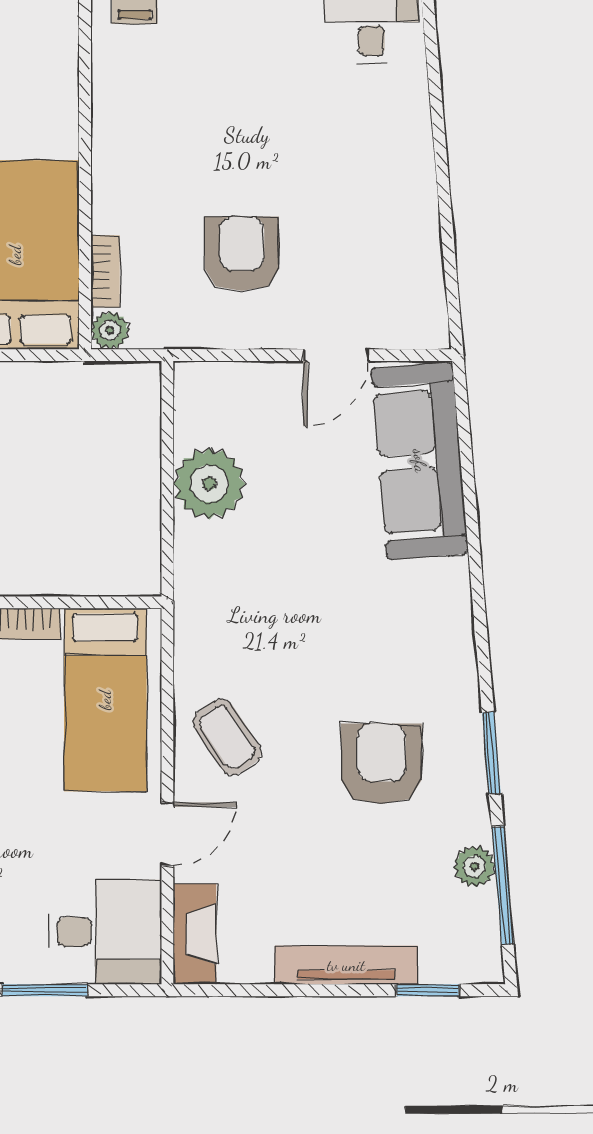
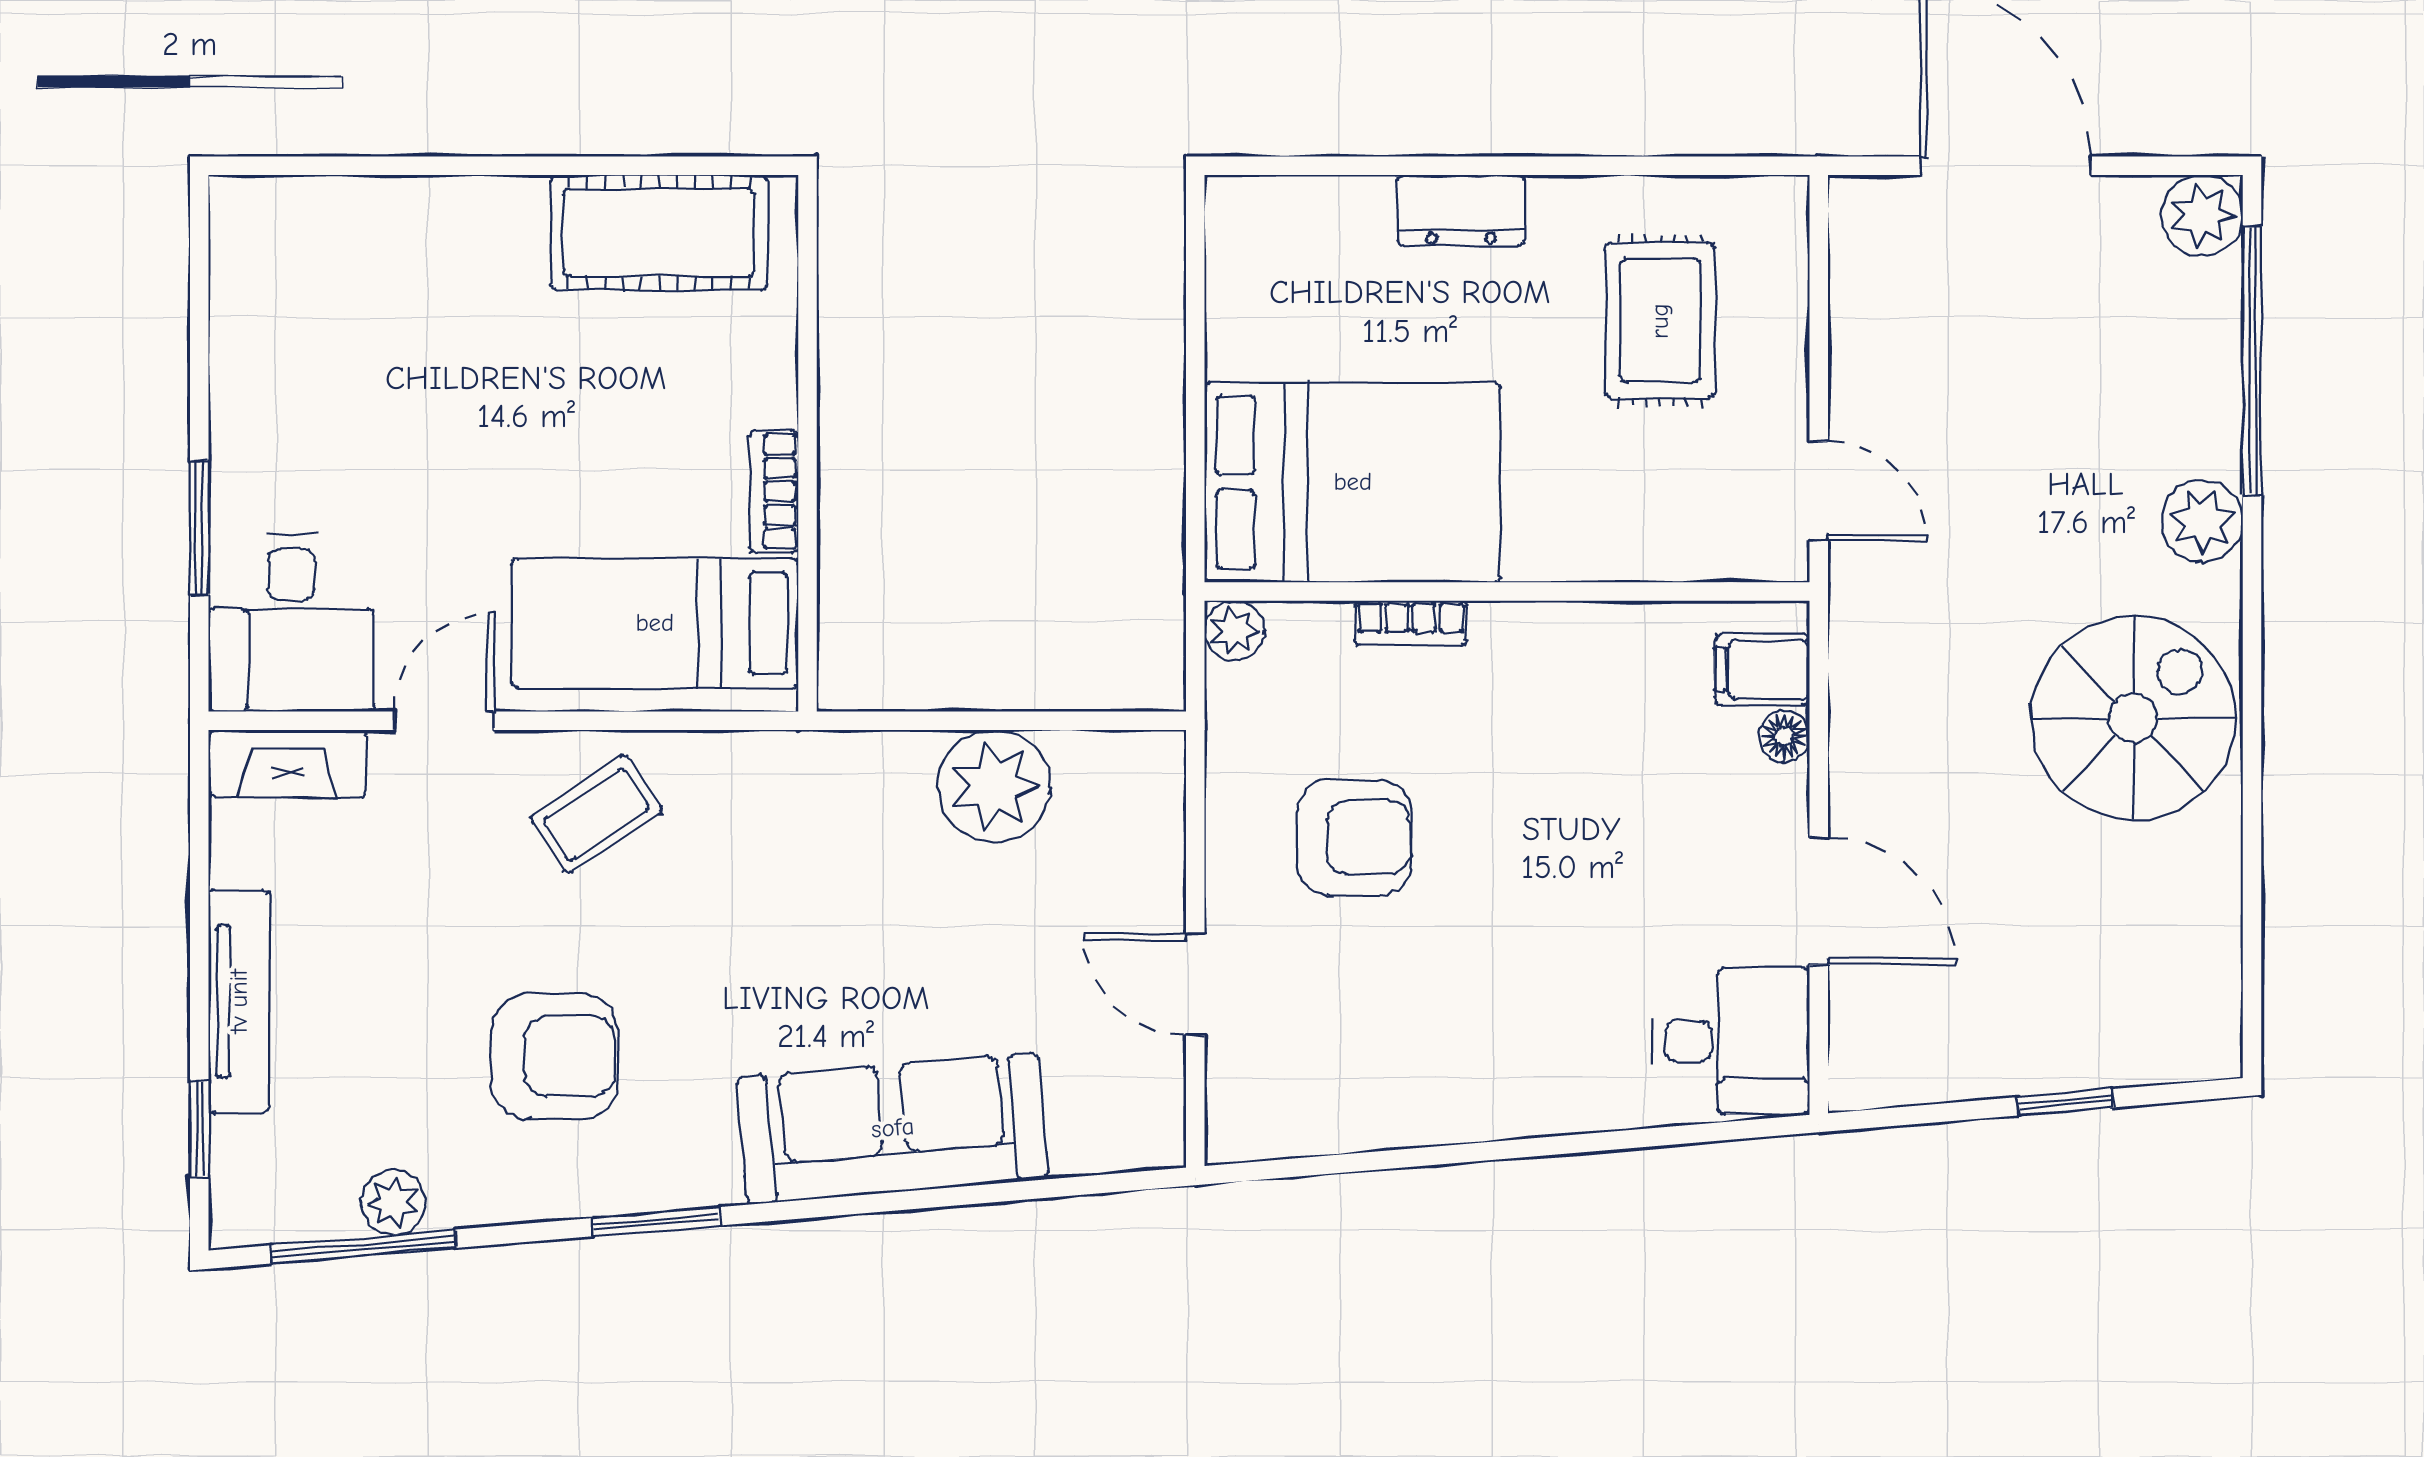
bookcase: (105, 271) -> (1411, 623), moved
sofa: (420, 461) -> (893, 1128), moved
window: (491, 753) -> (656, 1222), moved
door: (167, 834) -> (444, 721), swing flipped

